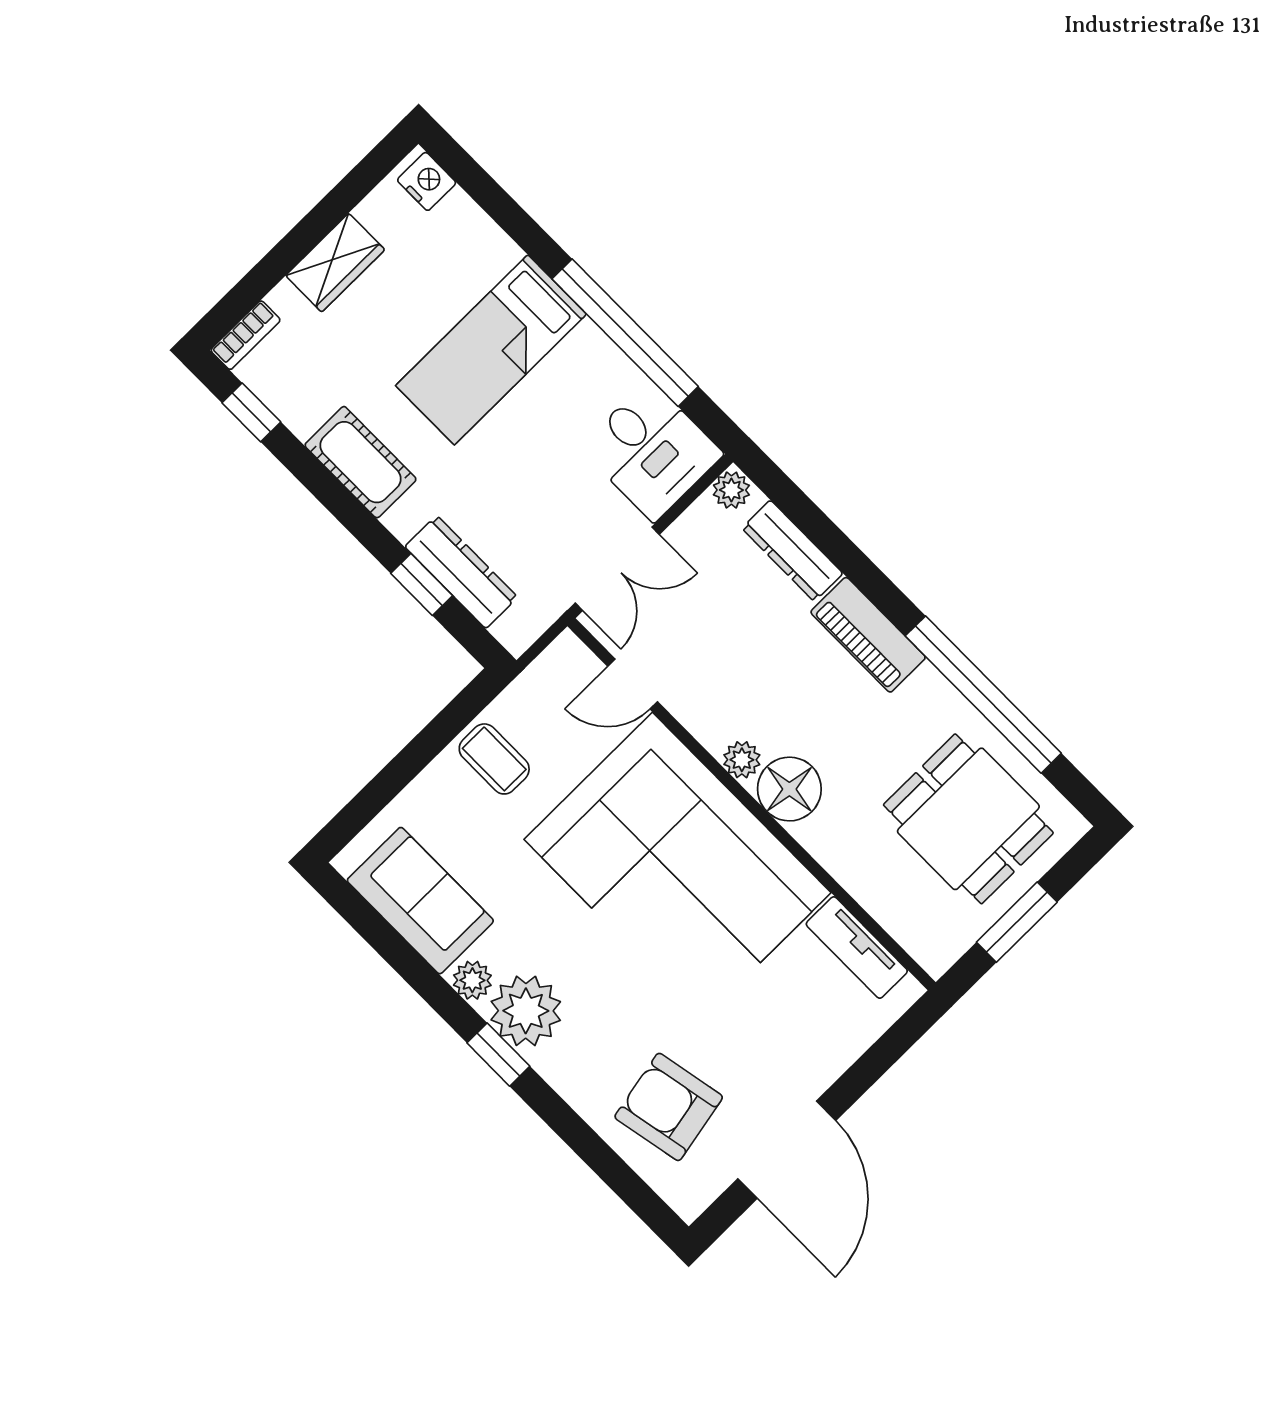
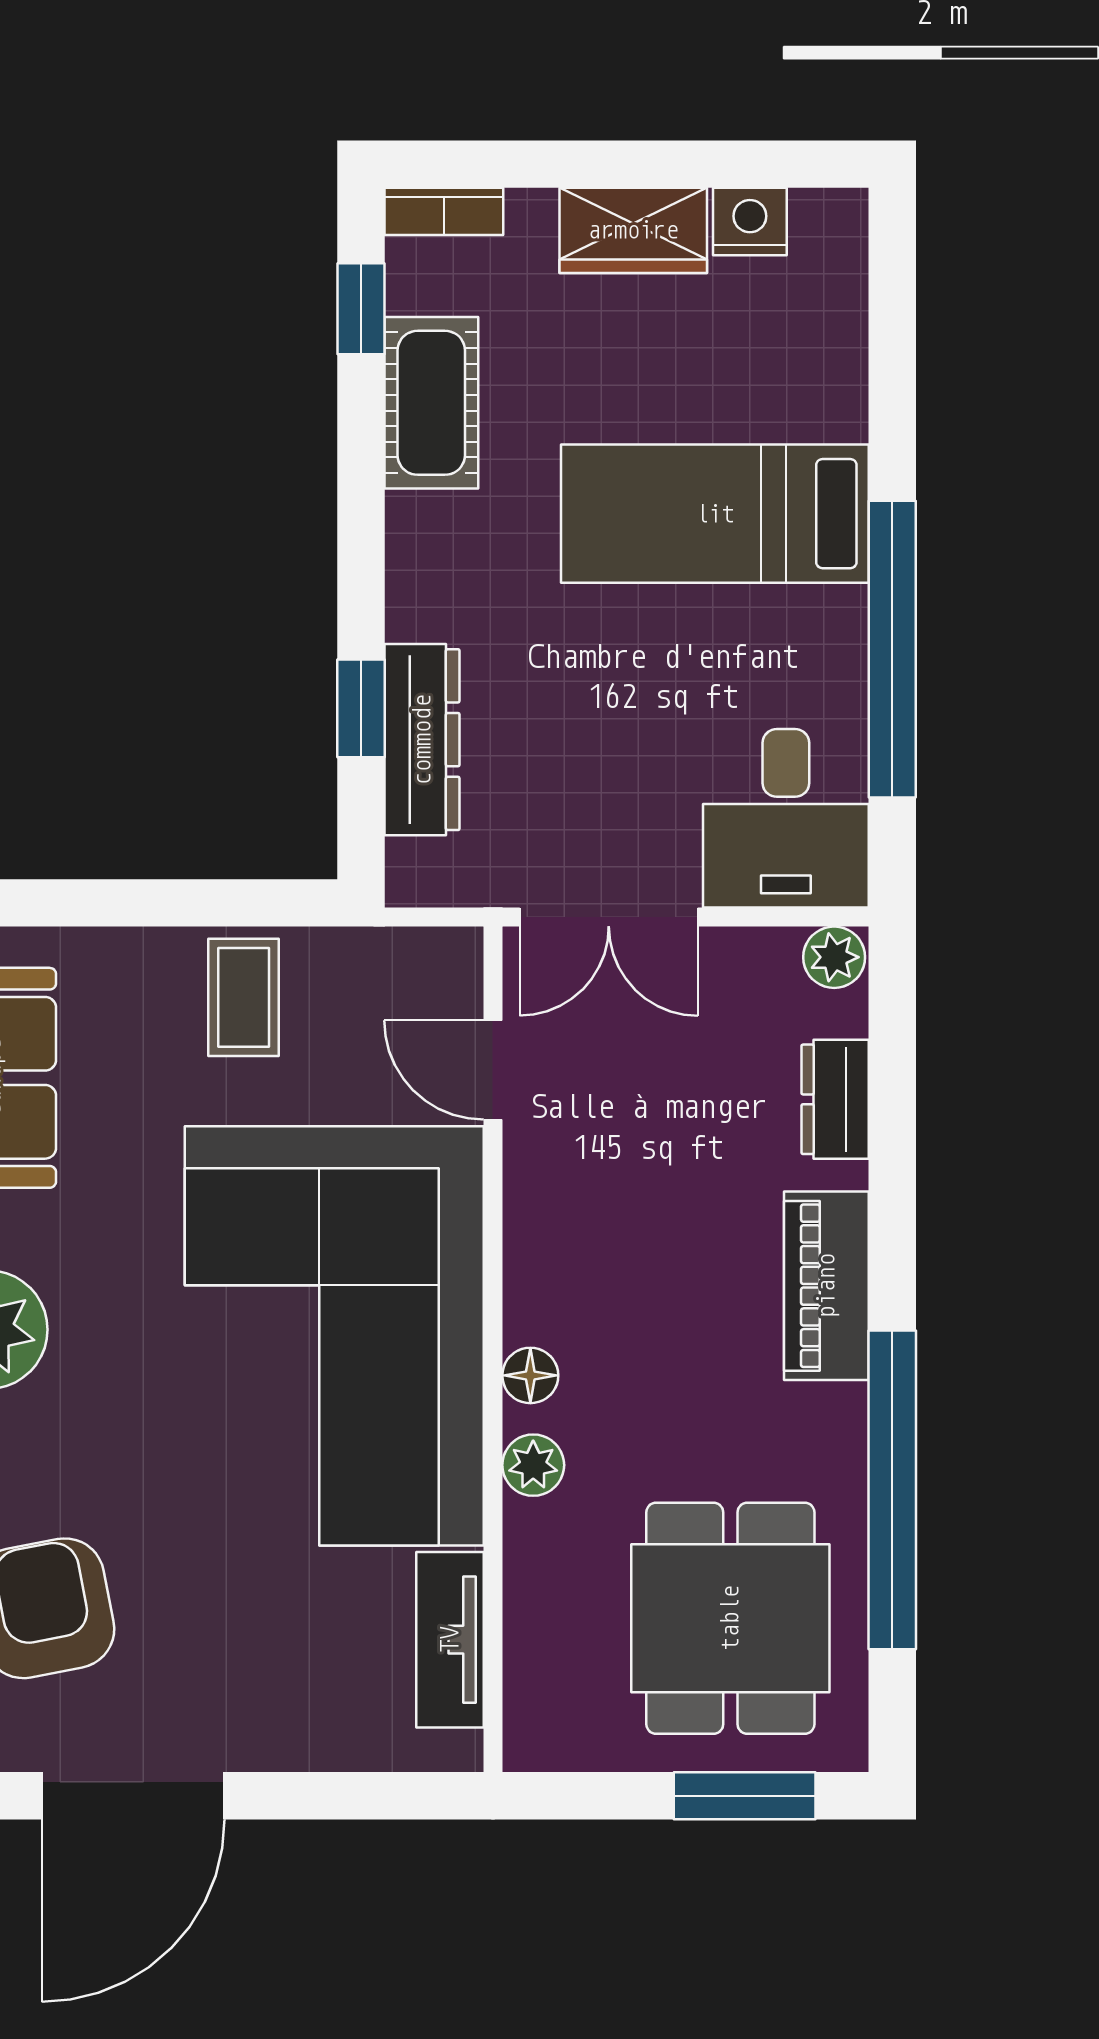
nightstand: (427, 181) -> (750, 222), moved, turned -90
cot: (360, 462) -> (431, 403), moved
dresser: (792, 551) -> (835, 1099), width x0.70
plant: (742, 760) -> (533, 1465), moved
floor lamp: (789, 789) -> (530, 1375), width x0.53, depth x0.53
window: (1017, 922) -> (745, 1796), moved

